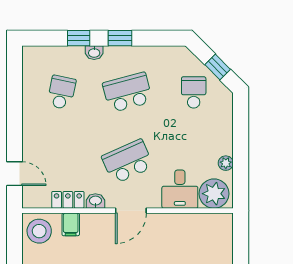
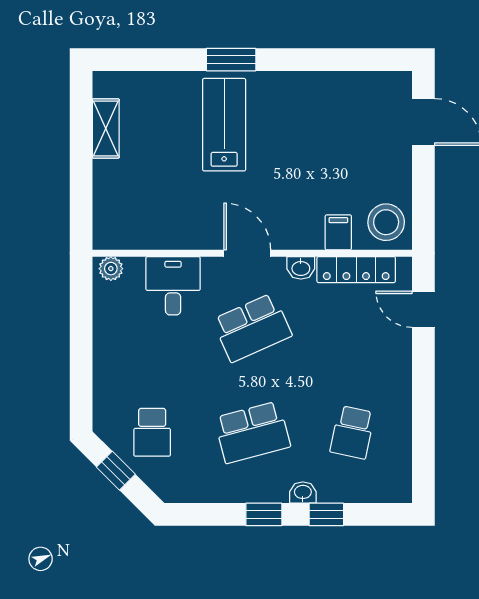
plant: (226, 163) -> (104, 325), removed
plant: (214, 194) -> (111, 269), width x0.53, depth x0.53
locker: (68, 200) -> (356, 270), width x1.53
door: (131, 211) -> (247, 253), hinge flipped

